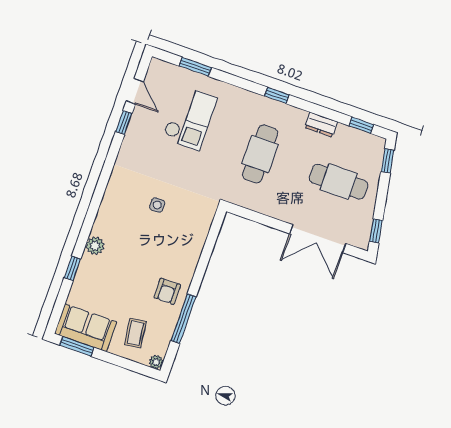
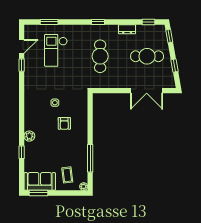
door: (135, 91) -> (22, 46), hinge flipped
checkout: (190, 118) -> (56, 50), turned 180
window: (376, 231) -> (174, 66), moved
armchair: (167, 291) -> (64, 123), moved

